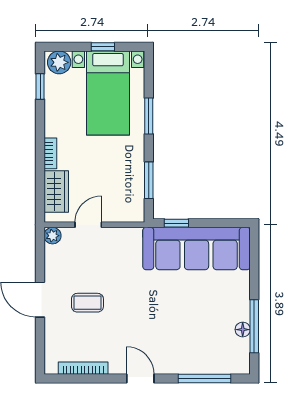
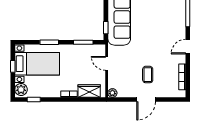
door: (88, 225) -> (107, 63), moved

